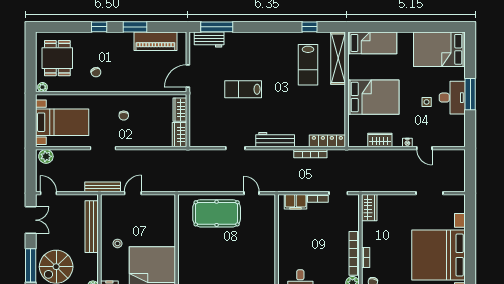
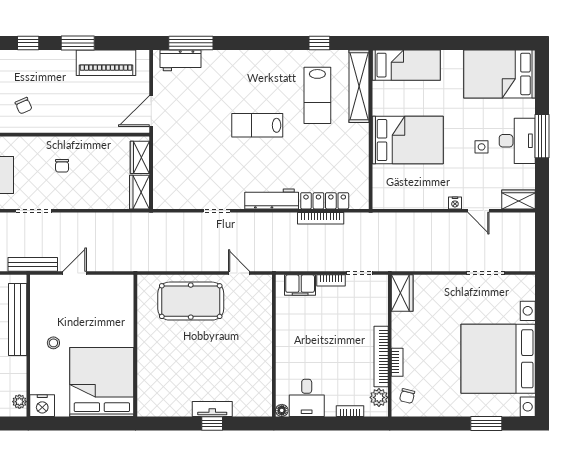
lab bench: (243, 89) -> (257, 125), moved
wardrobe: (380, 140) -> (519, 199), moved
locker: (327, 141) -> (325, 201), moved

